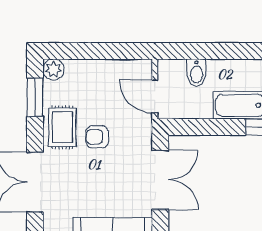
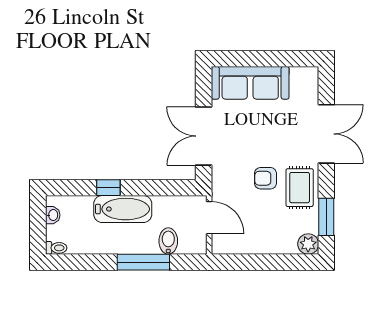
window: (222, 51) -> (143, 262), added
armchair: (97, 137) -> (265, 178), turned 180

